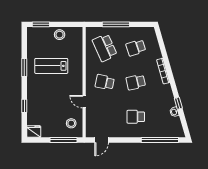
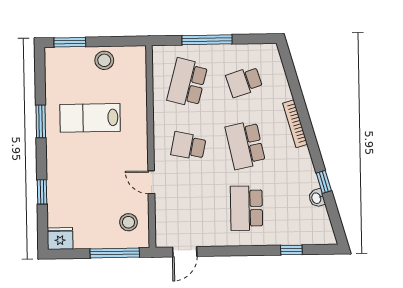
school desk: (105, 48) -> (187, 83), turned 39
school desk: (136, 82) -> (245, 145), width x1.85
school desk: (136, 117) -> (246, 208), width x1.85
window: (160, 140) -> (291, 250), width x0.32

